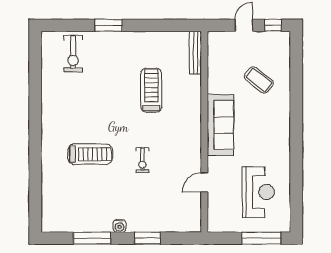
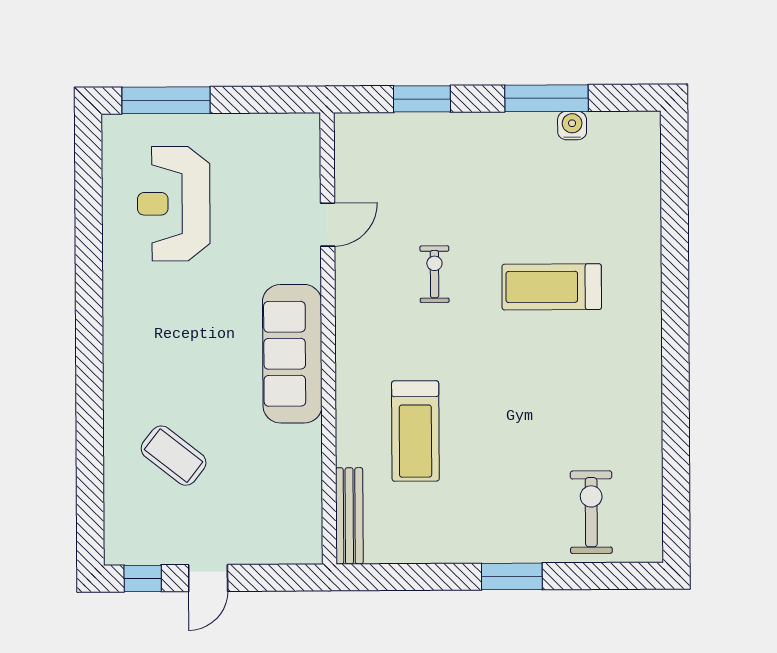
bench: (195, 53) -> (349, 516), moved
sofa: (220, 125) -> (292, 354), moved
wall: (204, 132) -> (328, 338), moved
door: (204, 182) -> (328, 225), moved
water cooler: (119, 226) -> (572, 126), moved

